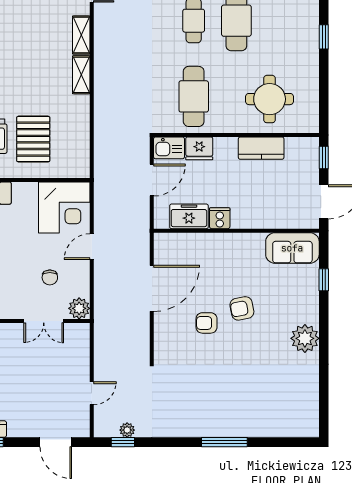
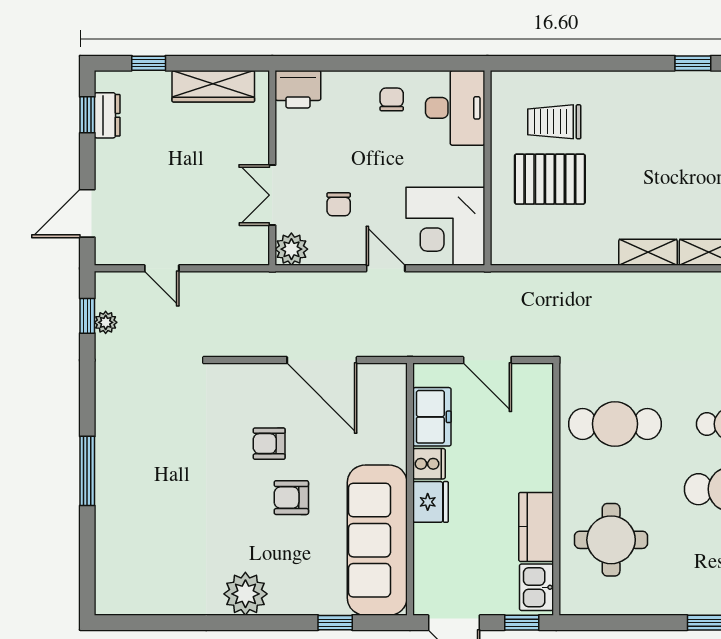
kitchen sink: (169, 148) -> (536, 587), moved
fridge: (199, 148) -> (431, 502), moved, turned 180
sofa: (292, 248) -> (377, 540), width x1.85, depth x1.27
chair: (50, 277) -> (339, 204), turned -90
armchair: (242, 308) -> (291, 498), turned -79
armchair: (207, 323) -> (269, 444), turned -90

